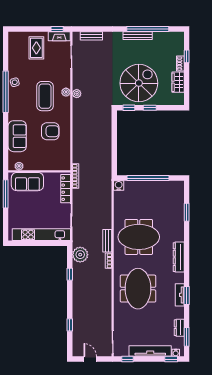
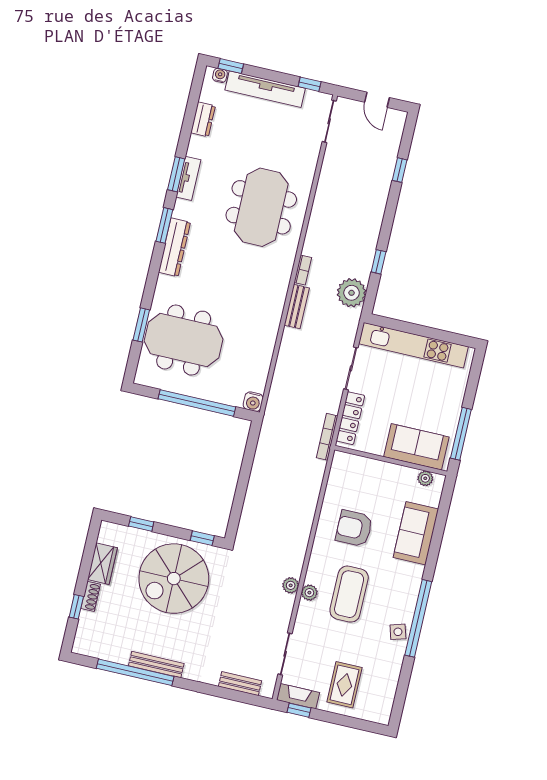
window: (150, 108) -> (141, 524), moved
meeting table: (139, 237) -> (184, 340), moved
window: (187, 337) -> (164, 225), moved

